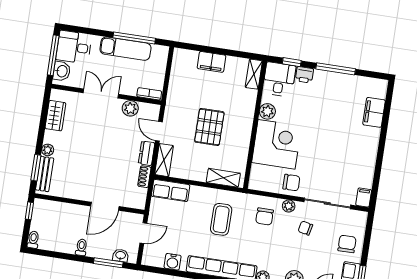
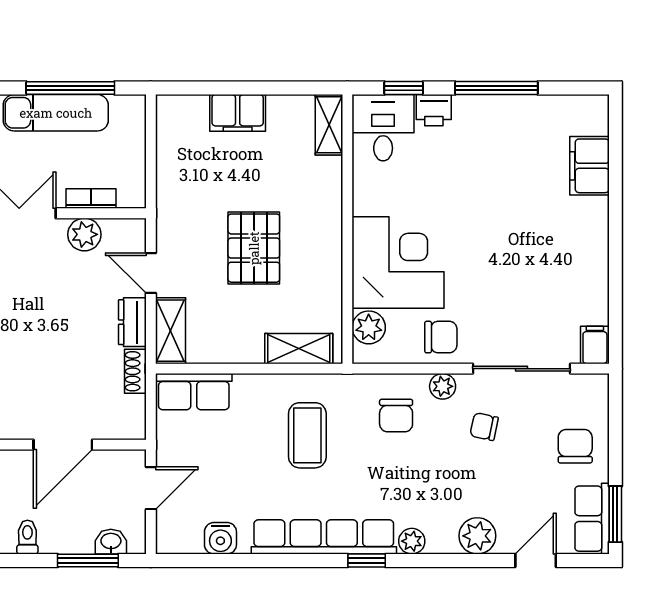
bookcase: (149, 94) -> (91, 199), moved
plant: (267, 111) -> (369, 327), moved

